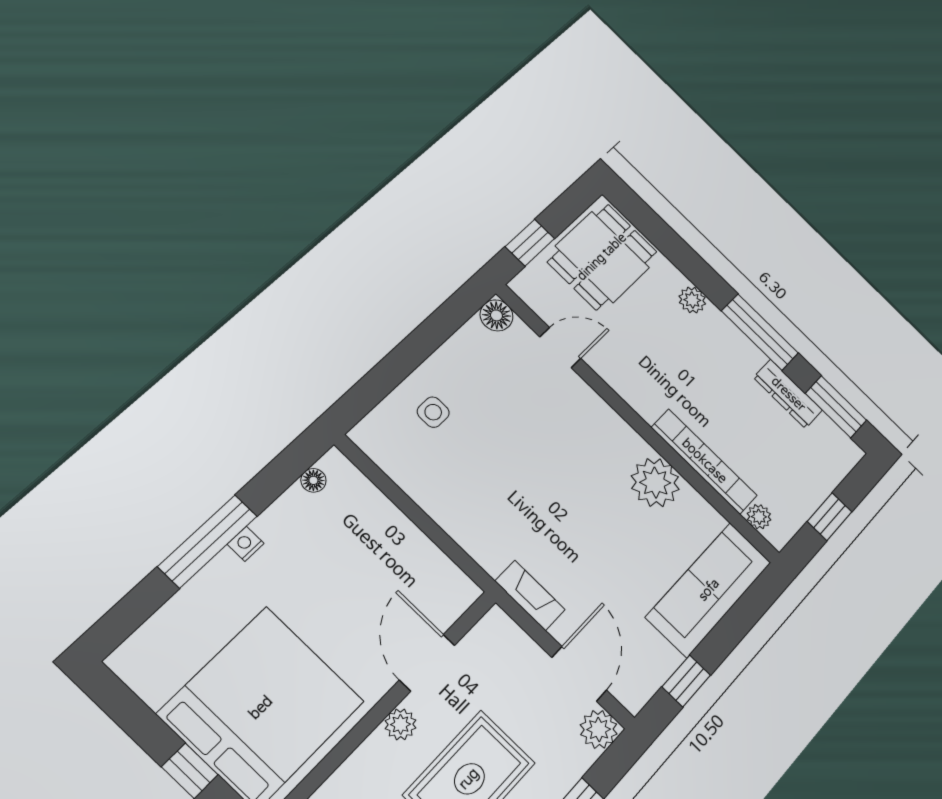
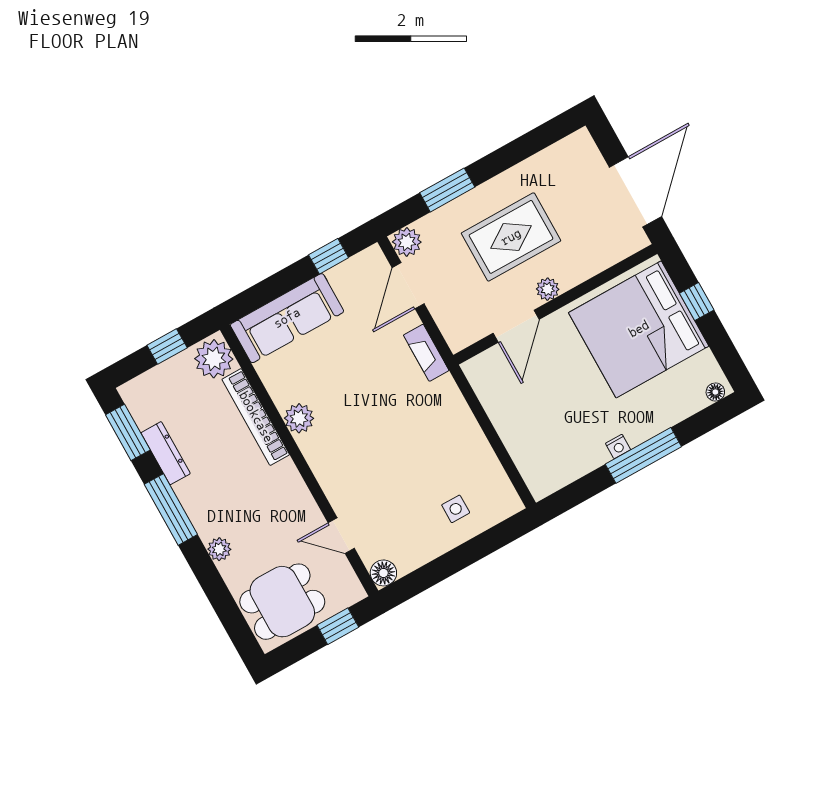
floor lamp: (313, 480) -> (715, 392), moved
plant: (655, 483) -> (299, 418), width x0.73, depth x0.73
plant: (759, 517) -> (214, 359), width x1.87, depth x1.87

